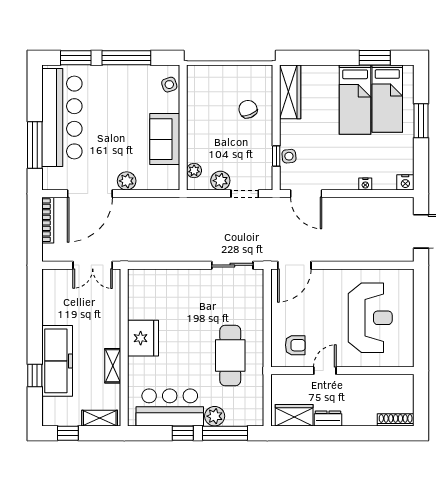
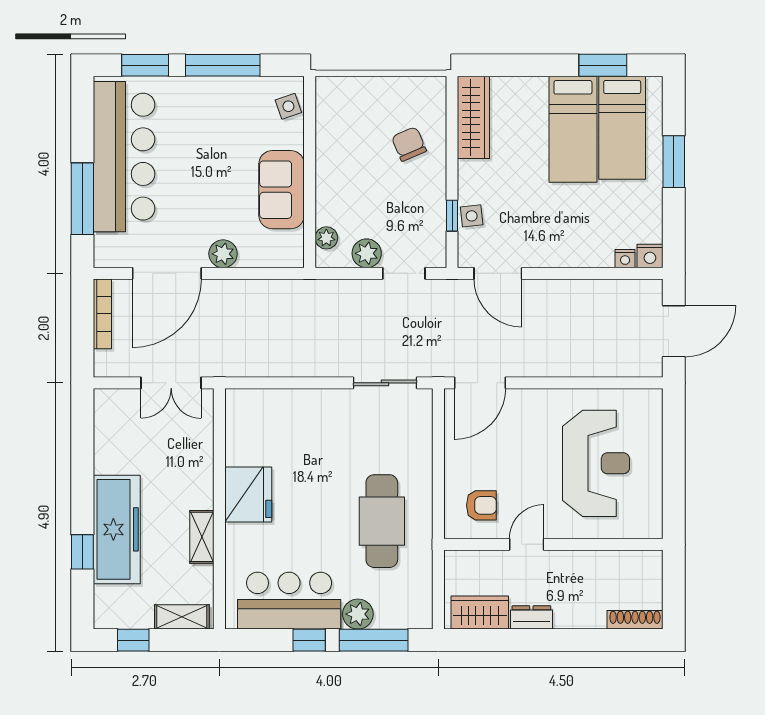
nightstand: (365, 184) -> (625, 259), moved

